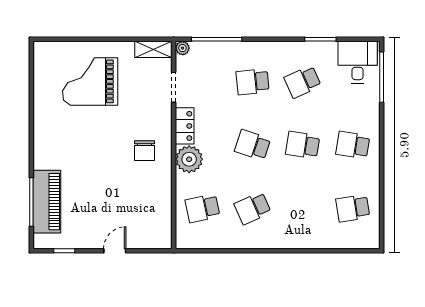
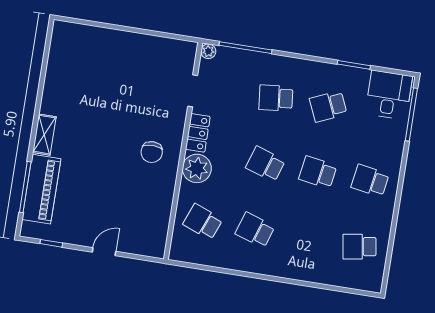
shelving: (153, 49) -> (44, 135), moved, turned 90
grand piano: (90, 81) -> (106, 71), removed
school desk: (203, 208) -> (203, 222), turned 33
school desk: (253, 208) -> (255, 230), turned 42

